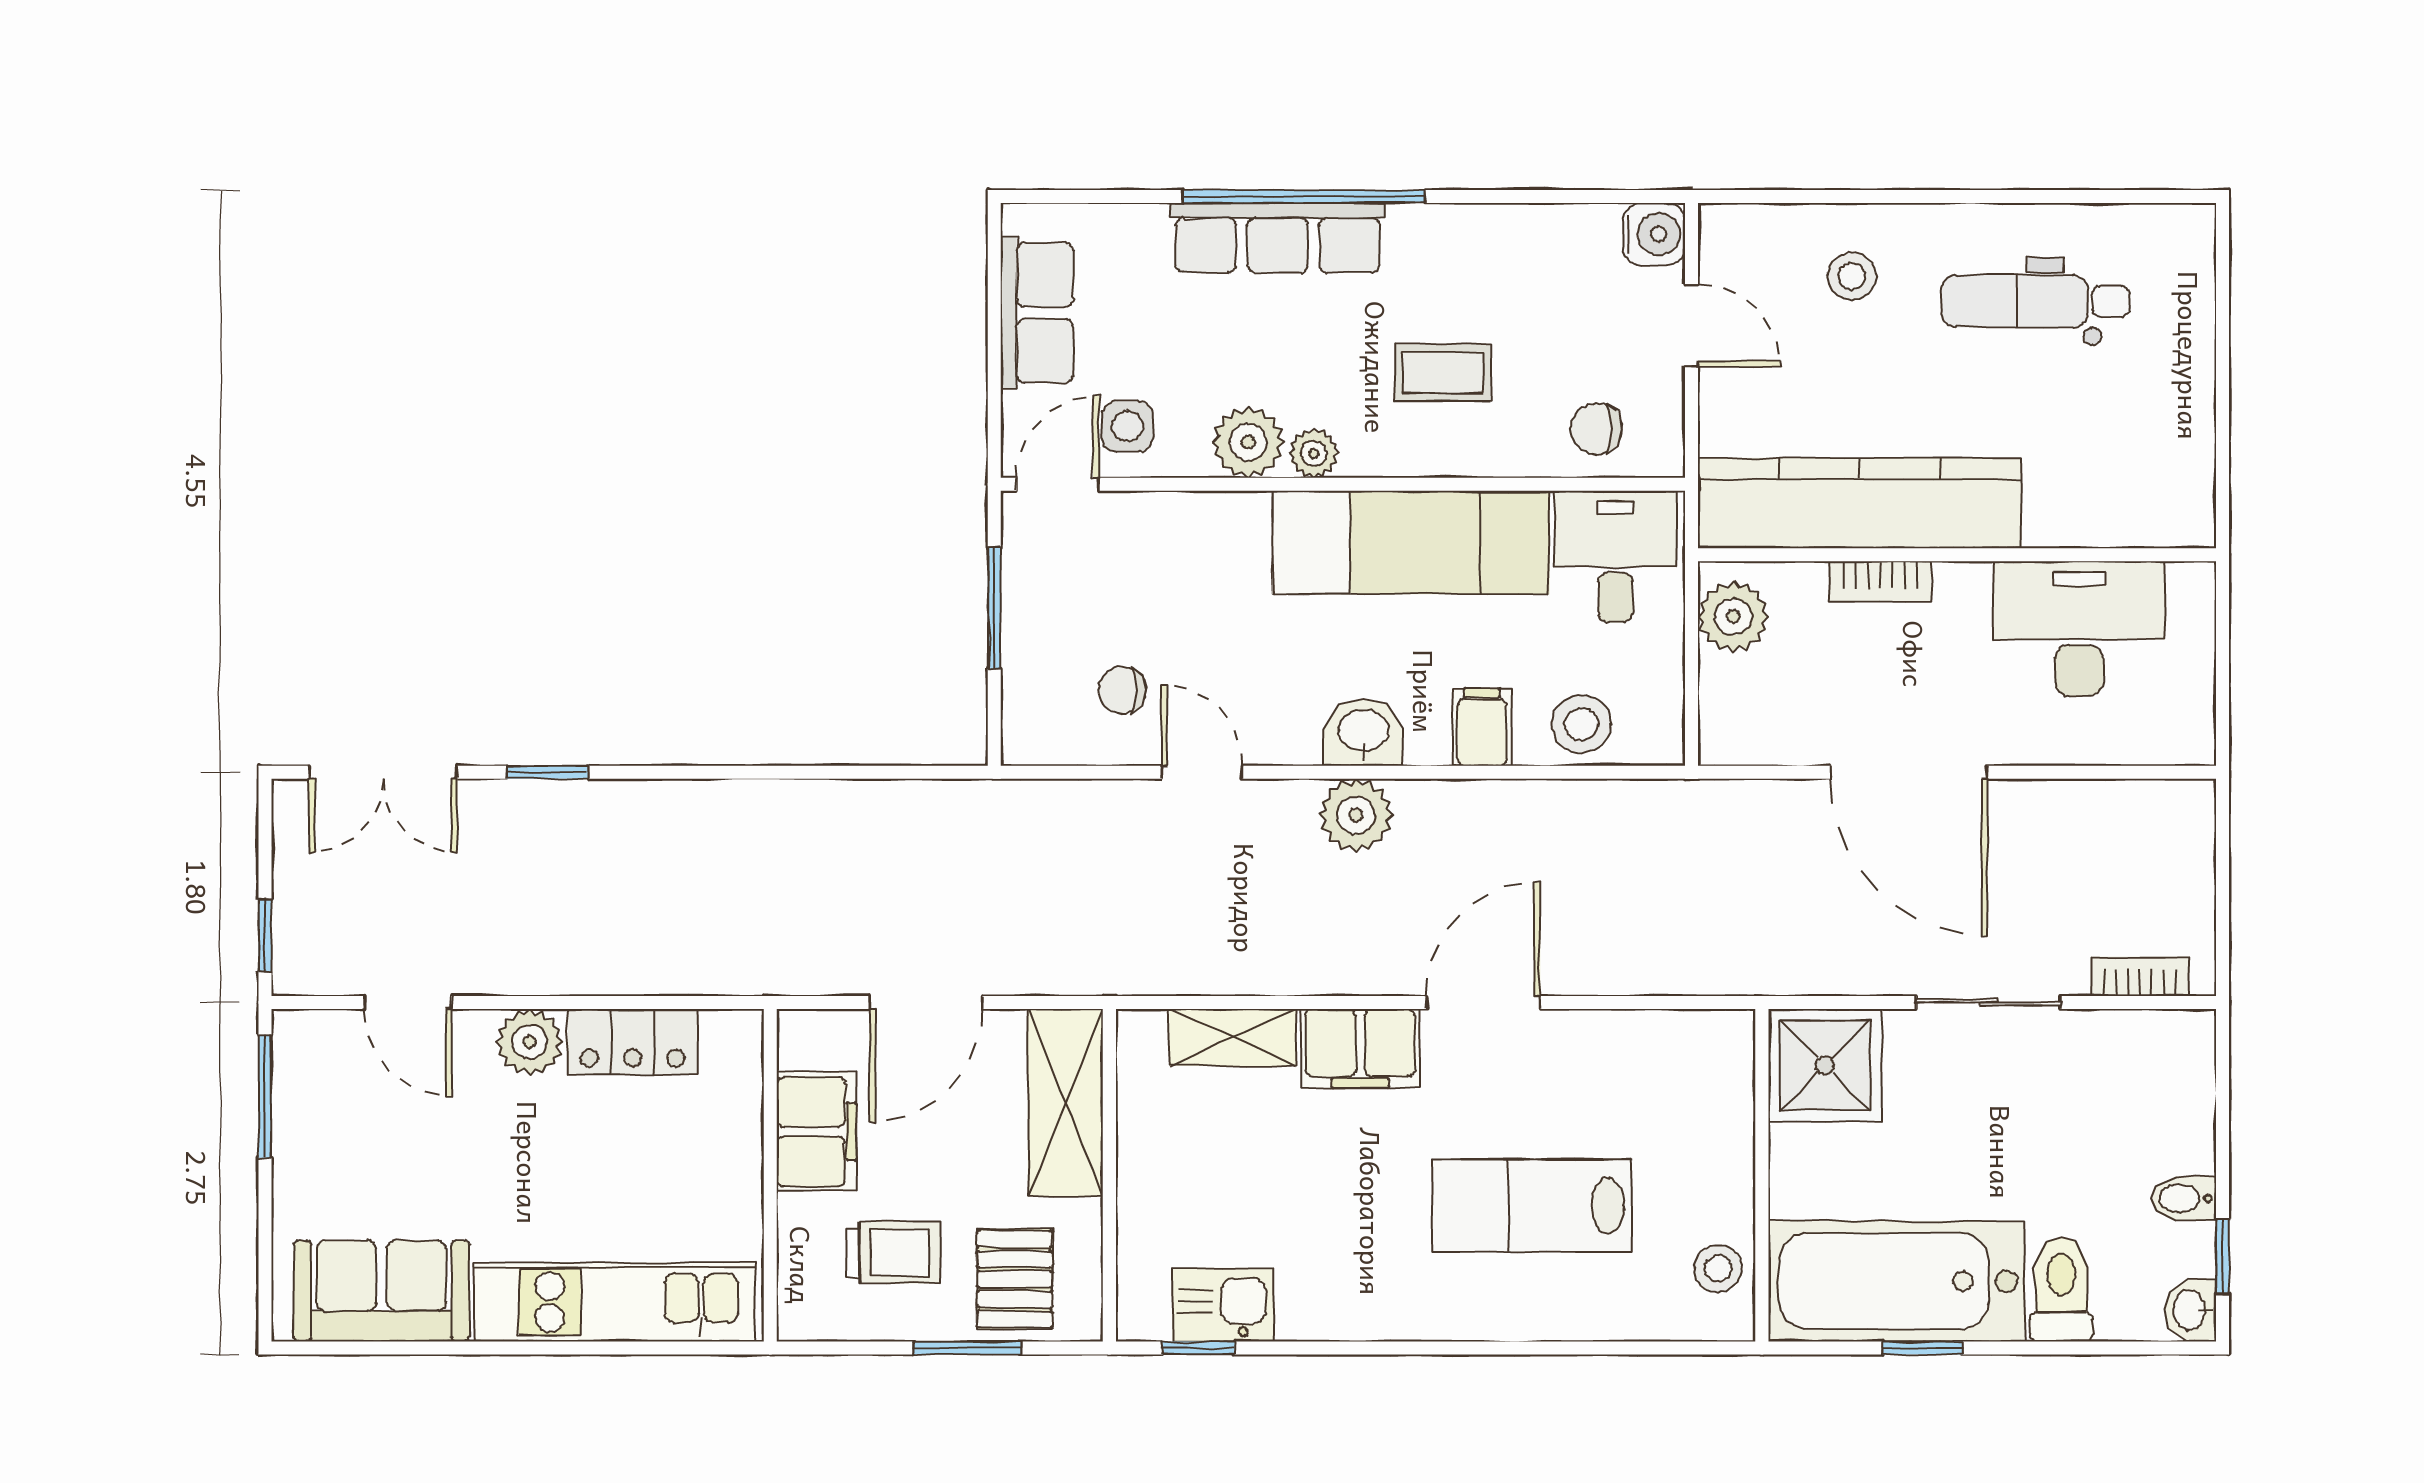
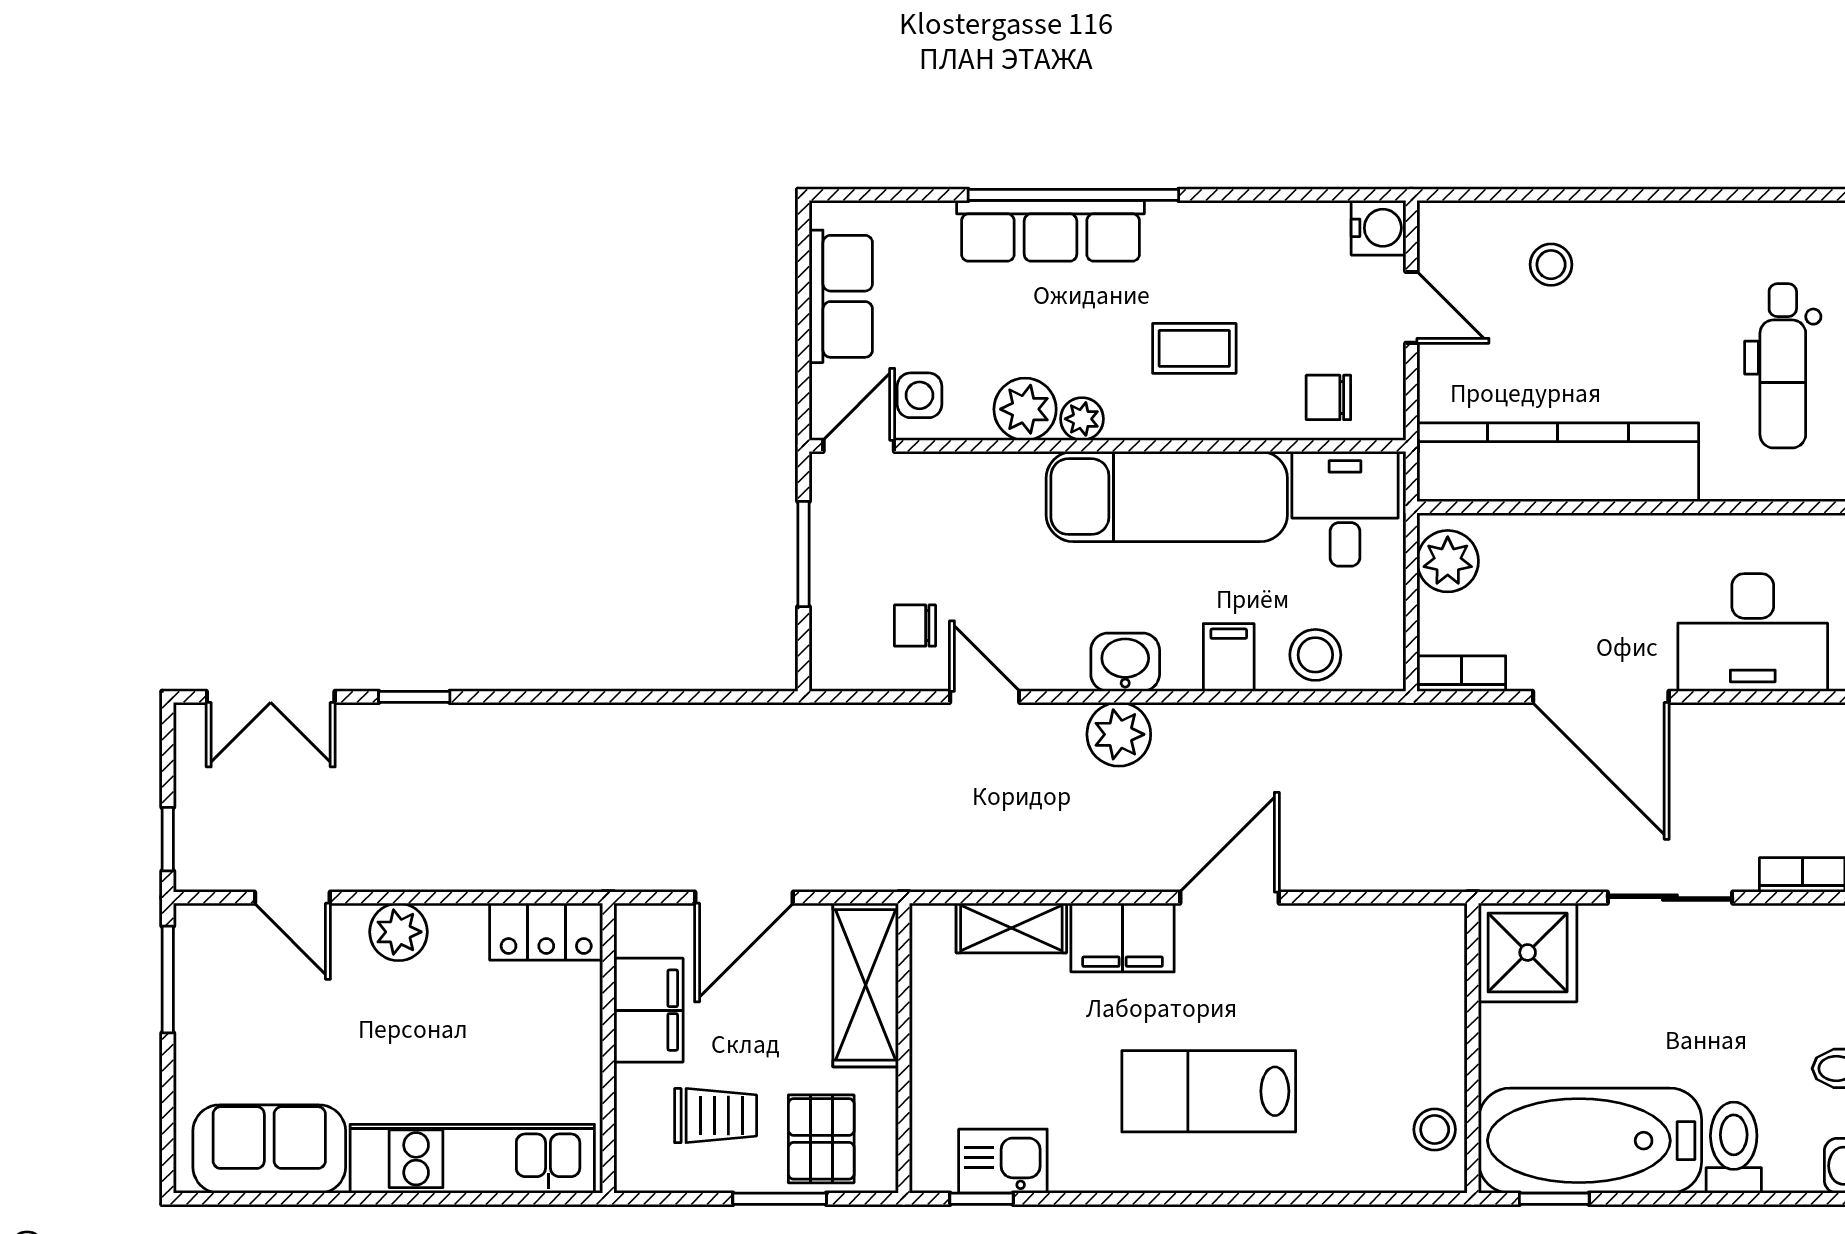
dental chair: (2036, 301) -> (1783, 366), moved, turned -90
bookcase: (1880, 581) -> (1461, 674), moved, turned 180
desk: (2079, 629) -> (1753, 632), moved, turned 180
locker: (633, 1042) -> (546, 932), moved
lab bench: (1532, 1206) -> (1209, 1091), moved
window: (1923, 1348) -> (1554, 1199), moved

